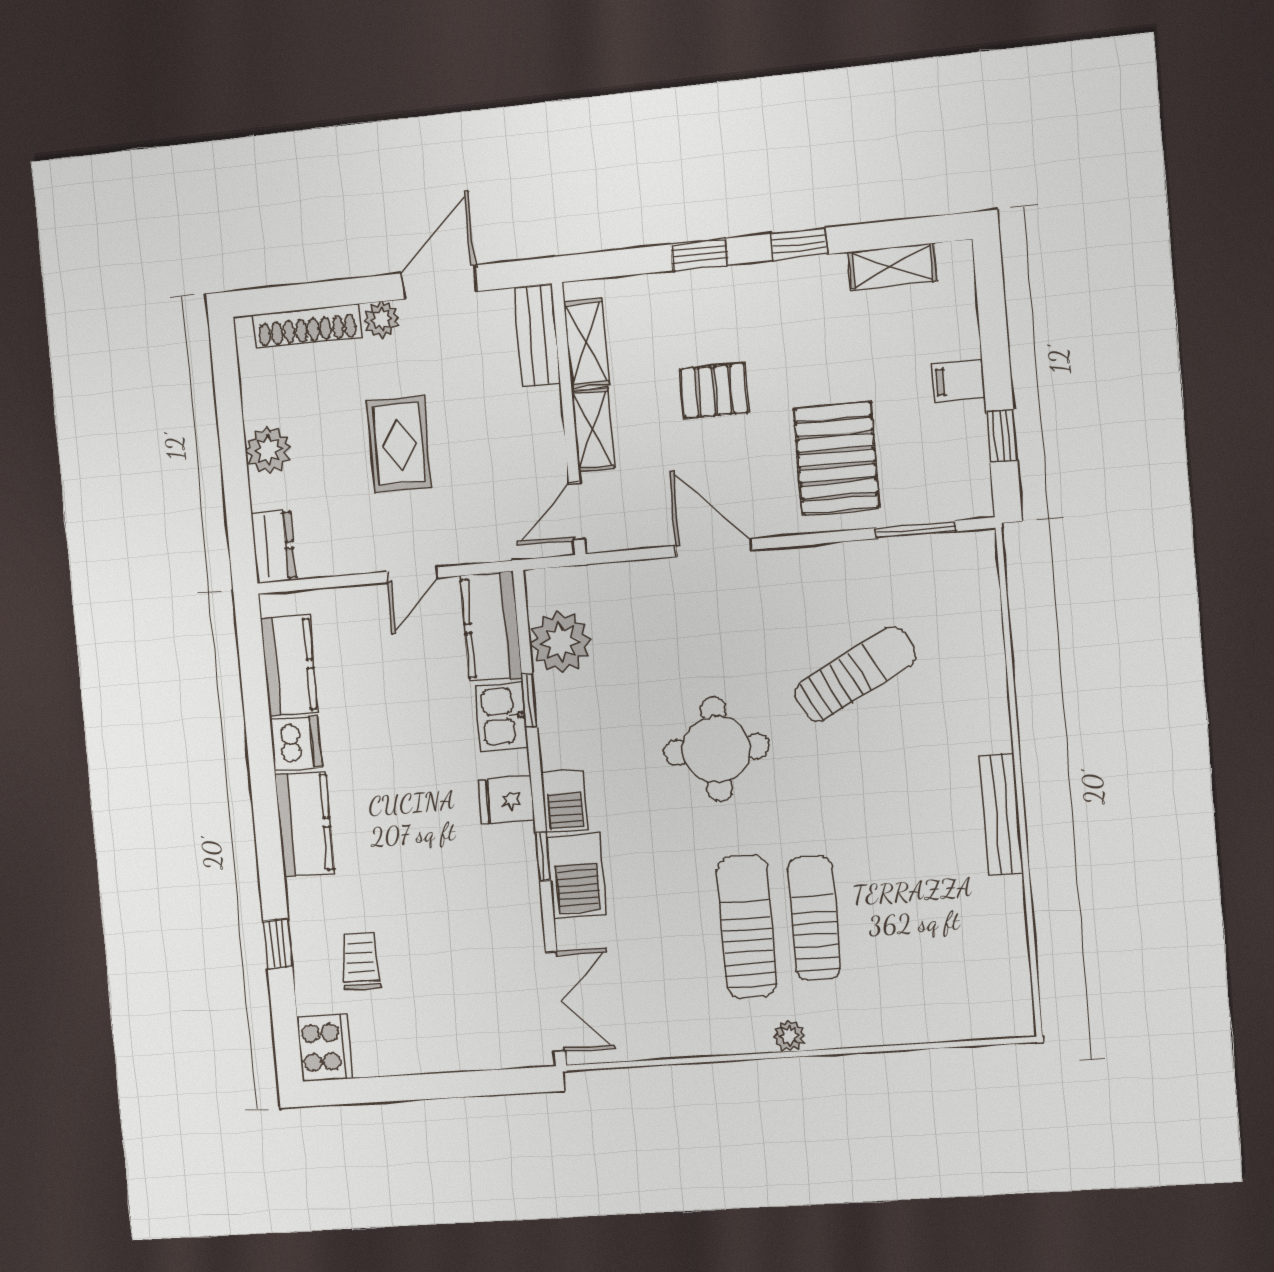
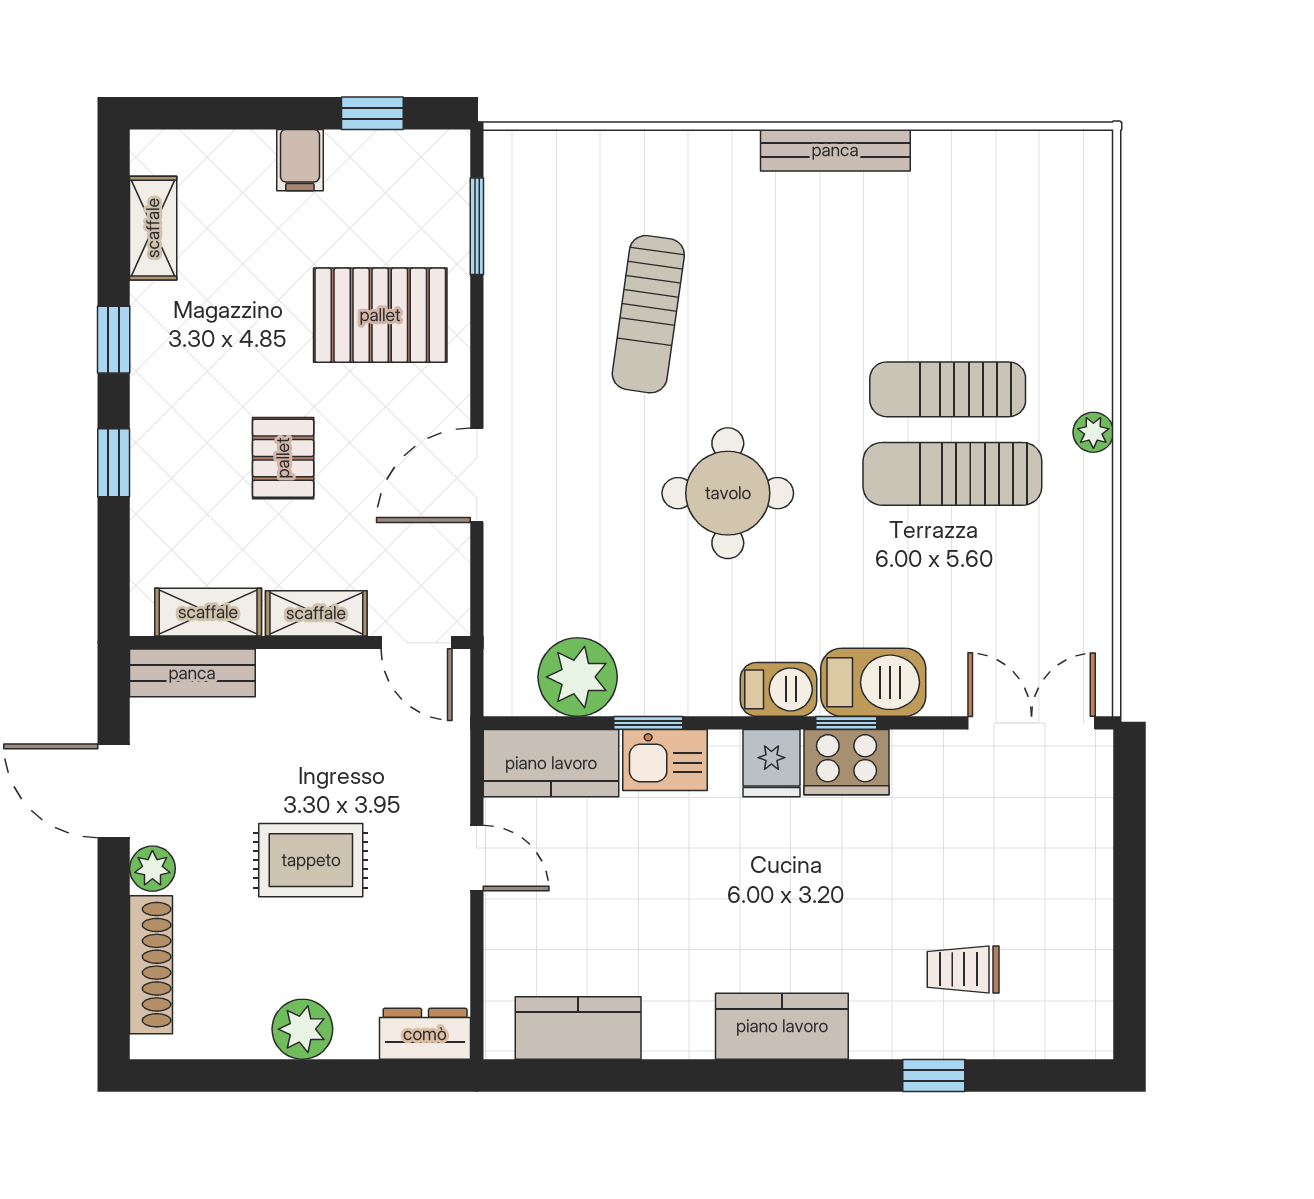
sun lounger: (855, 674) -> (648, 314), turned -144
dishwasher: (296, 743) -> (678, 1028), removed
cooker: (325, 1047) -> (846, 762), moved, turned 180

